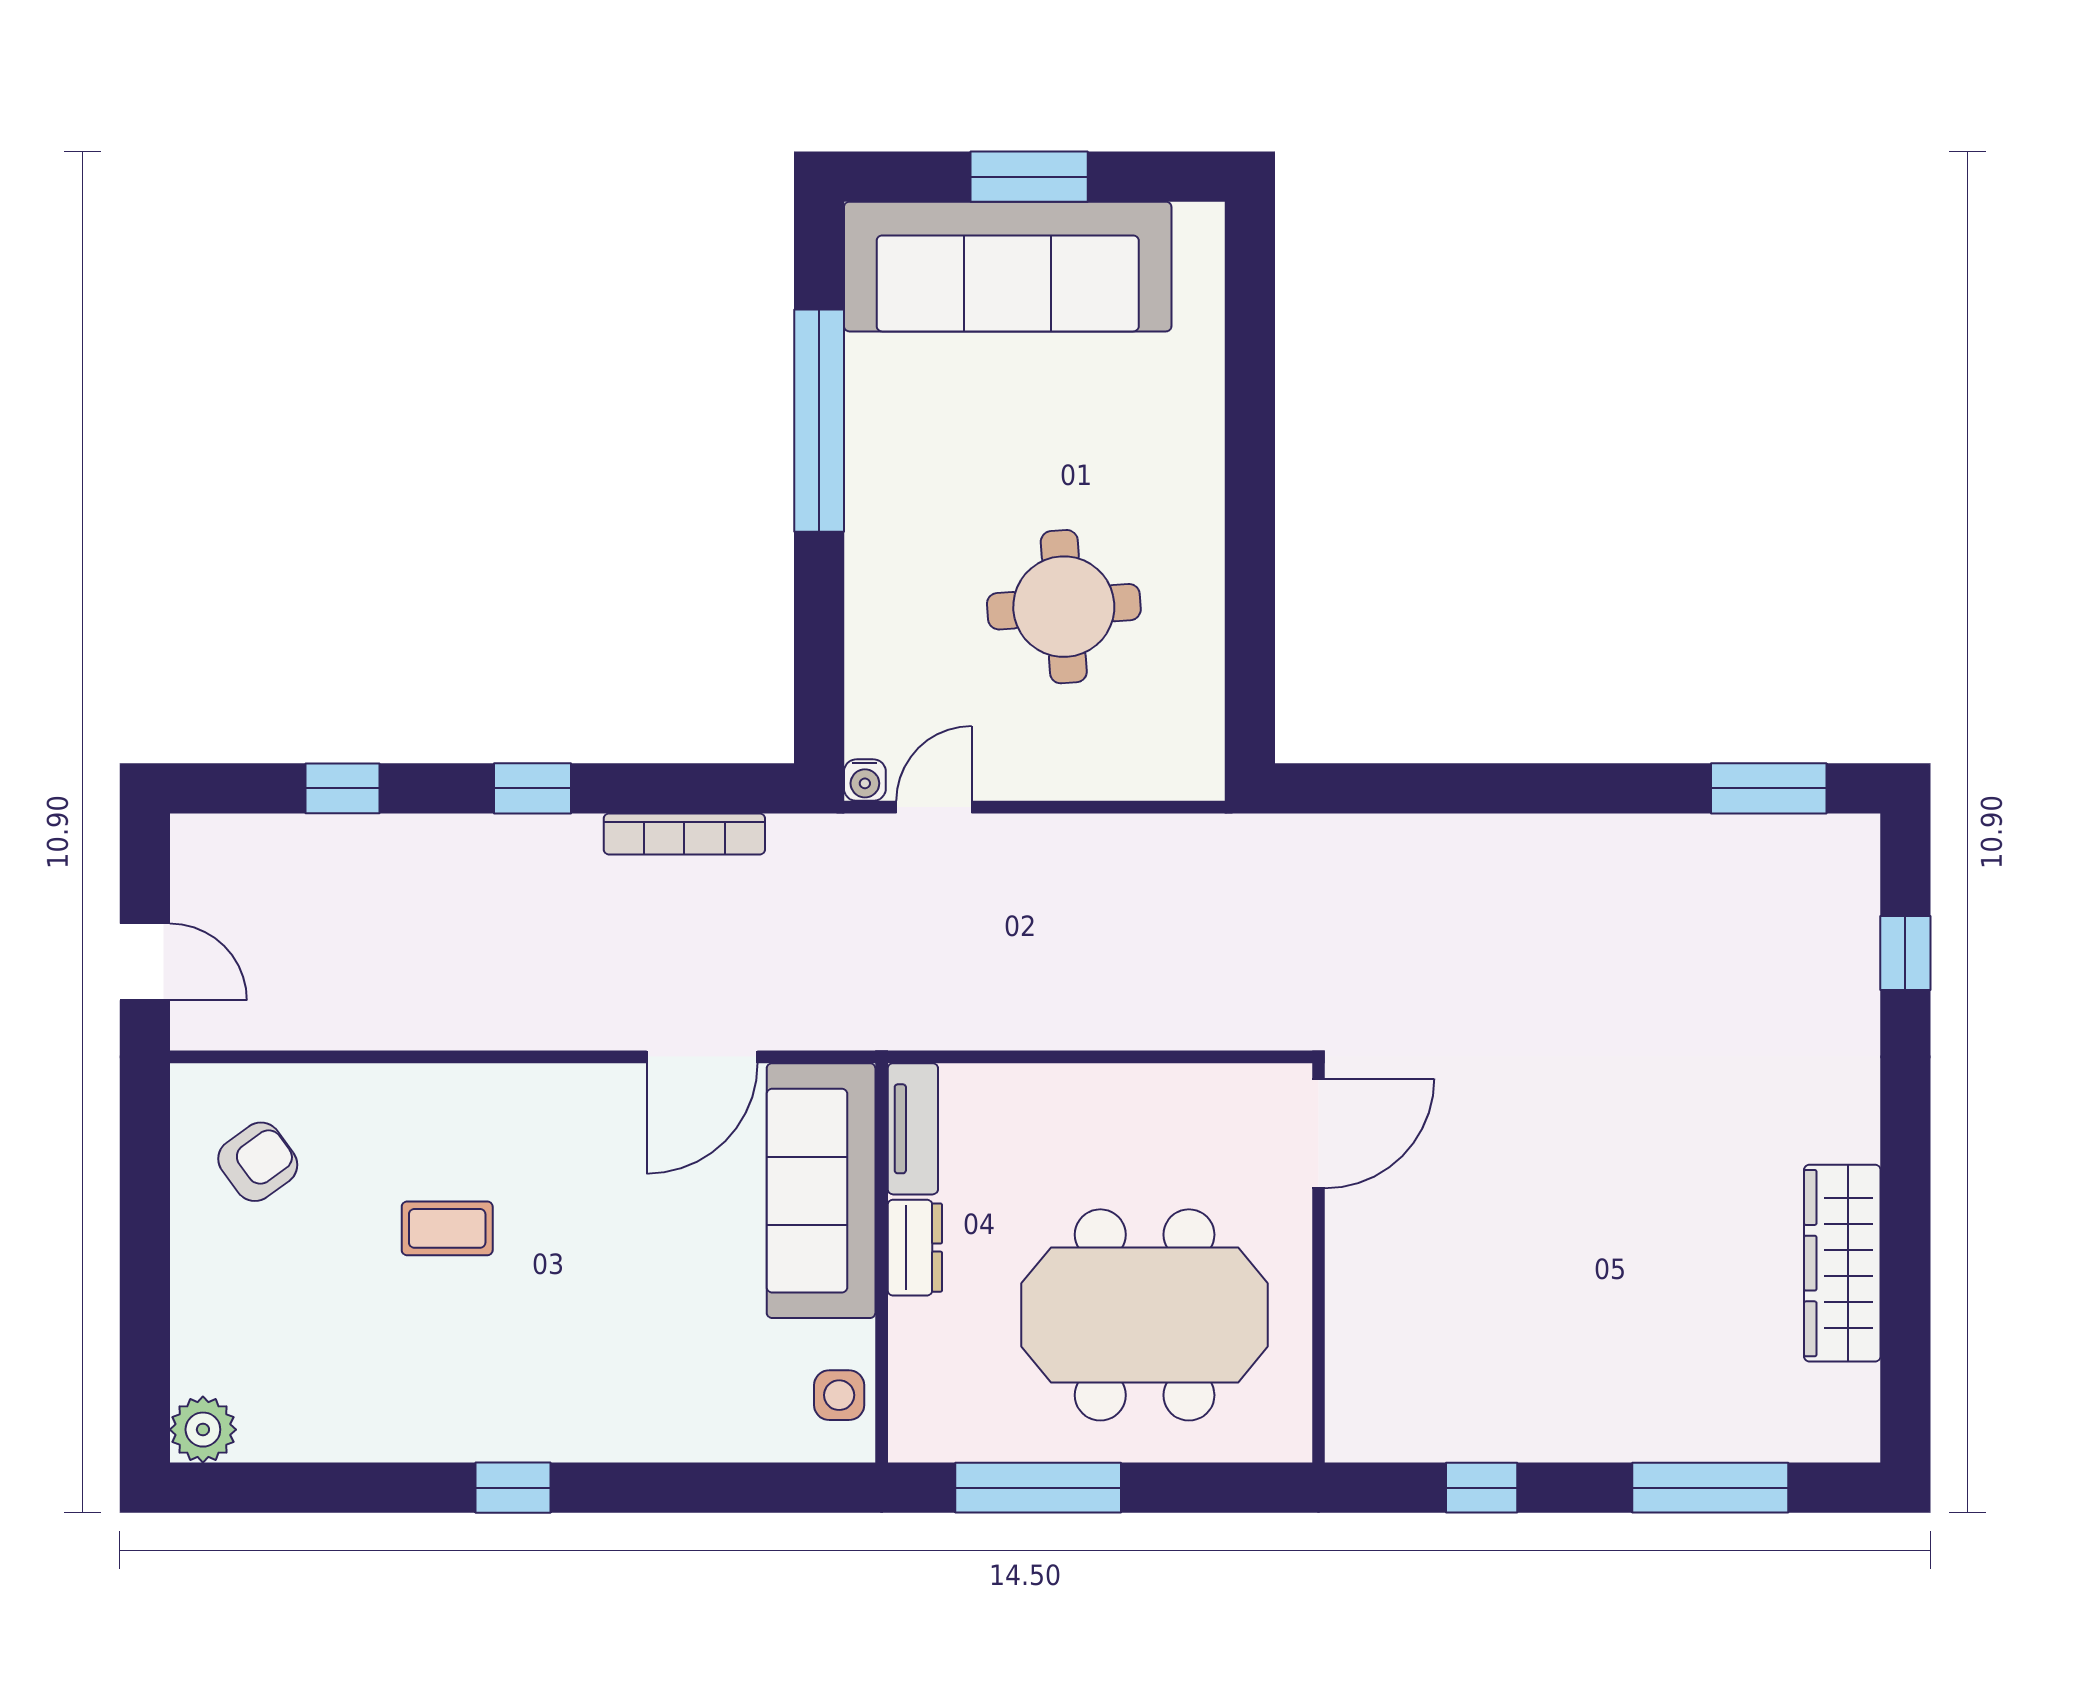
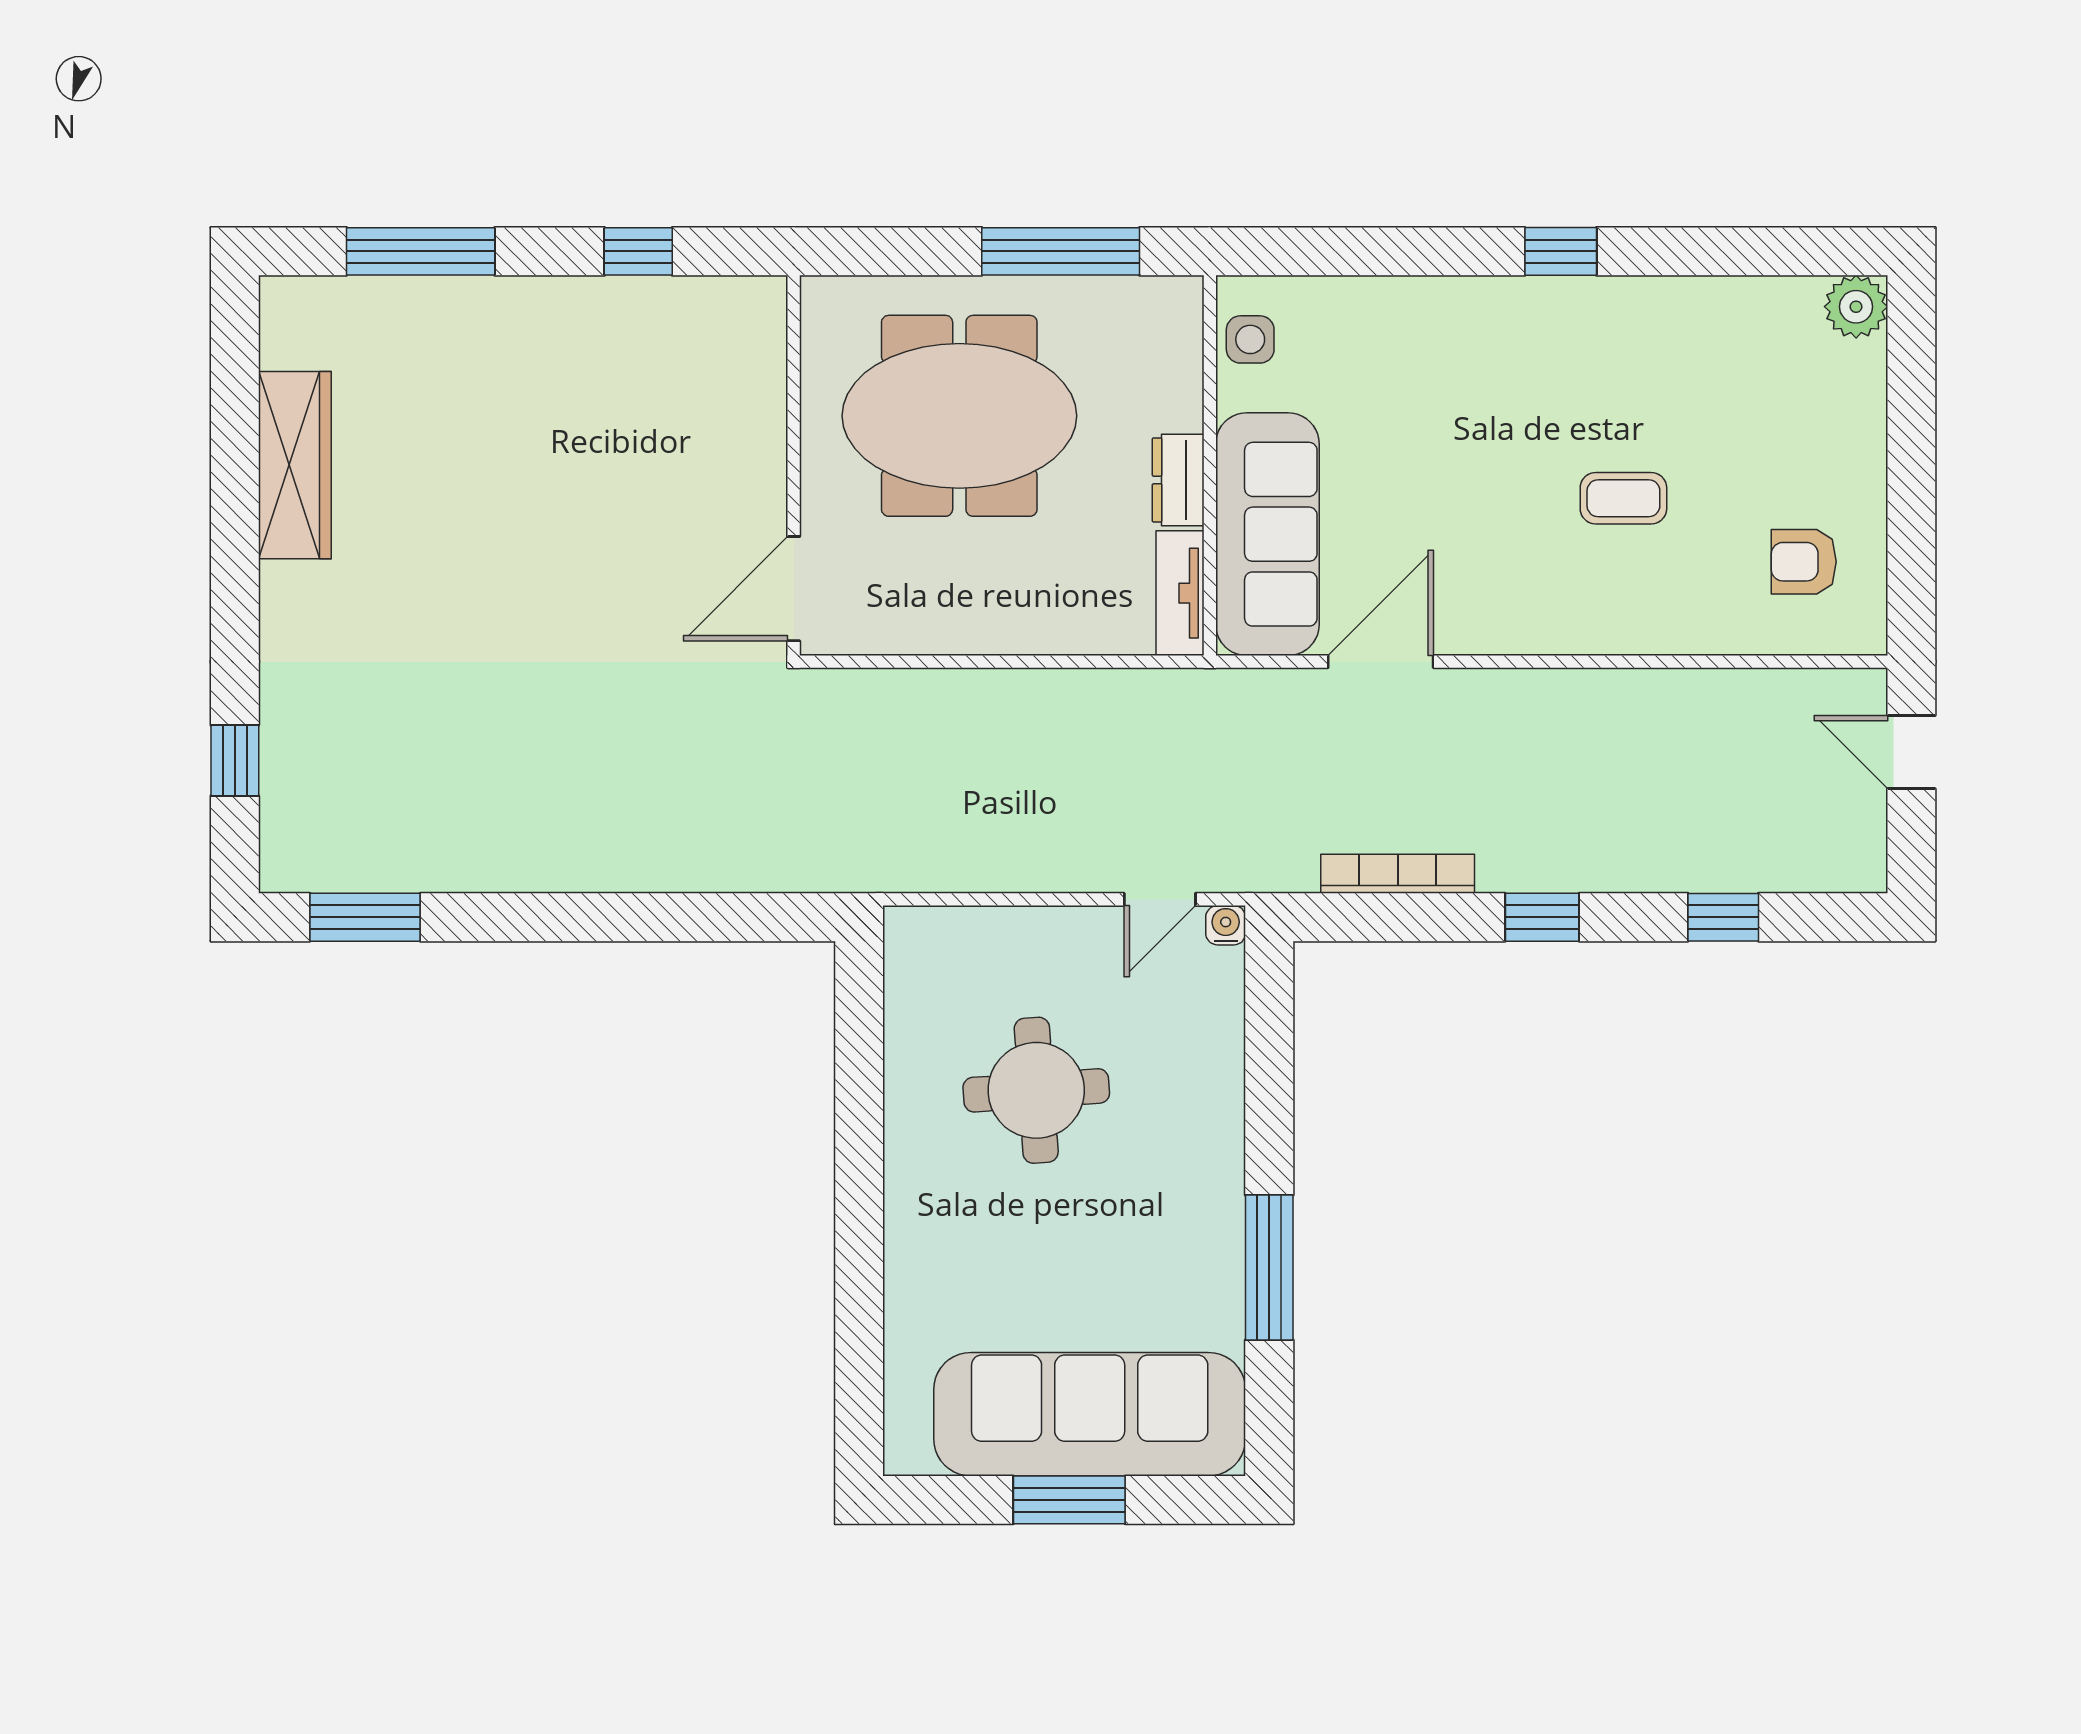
window: (819, 421) -> (1269, 1267), width x0.68
armchair: (258, 1162) -> (1804, 562), turned 36

